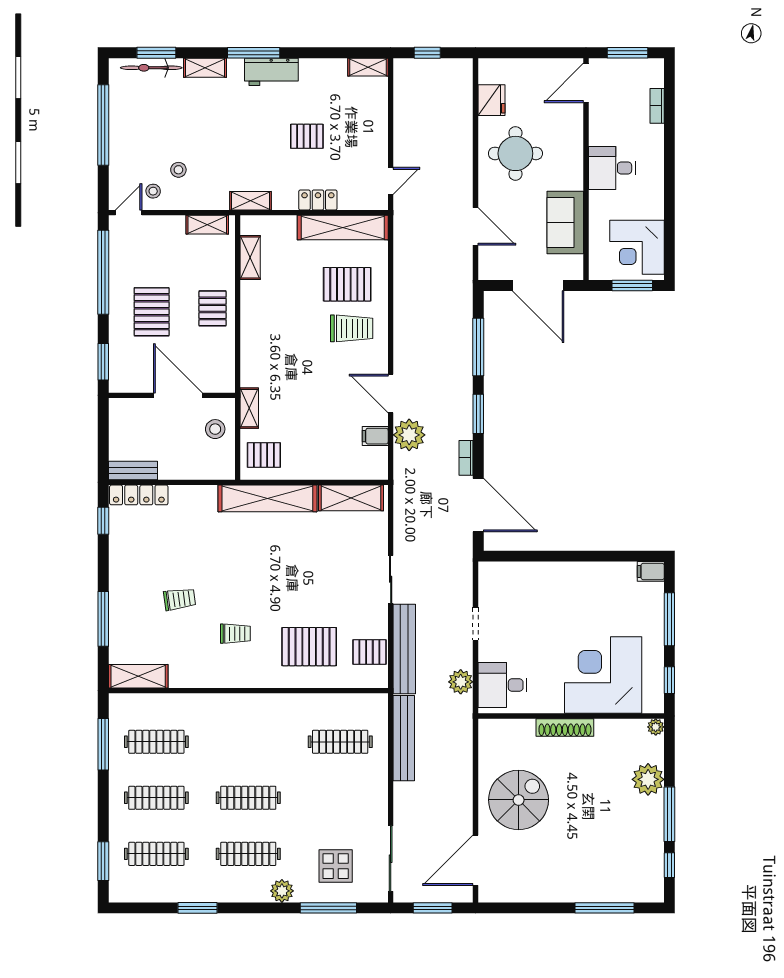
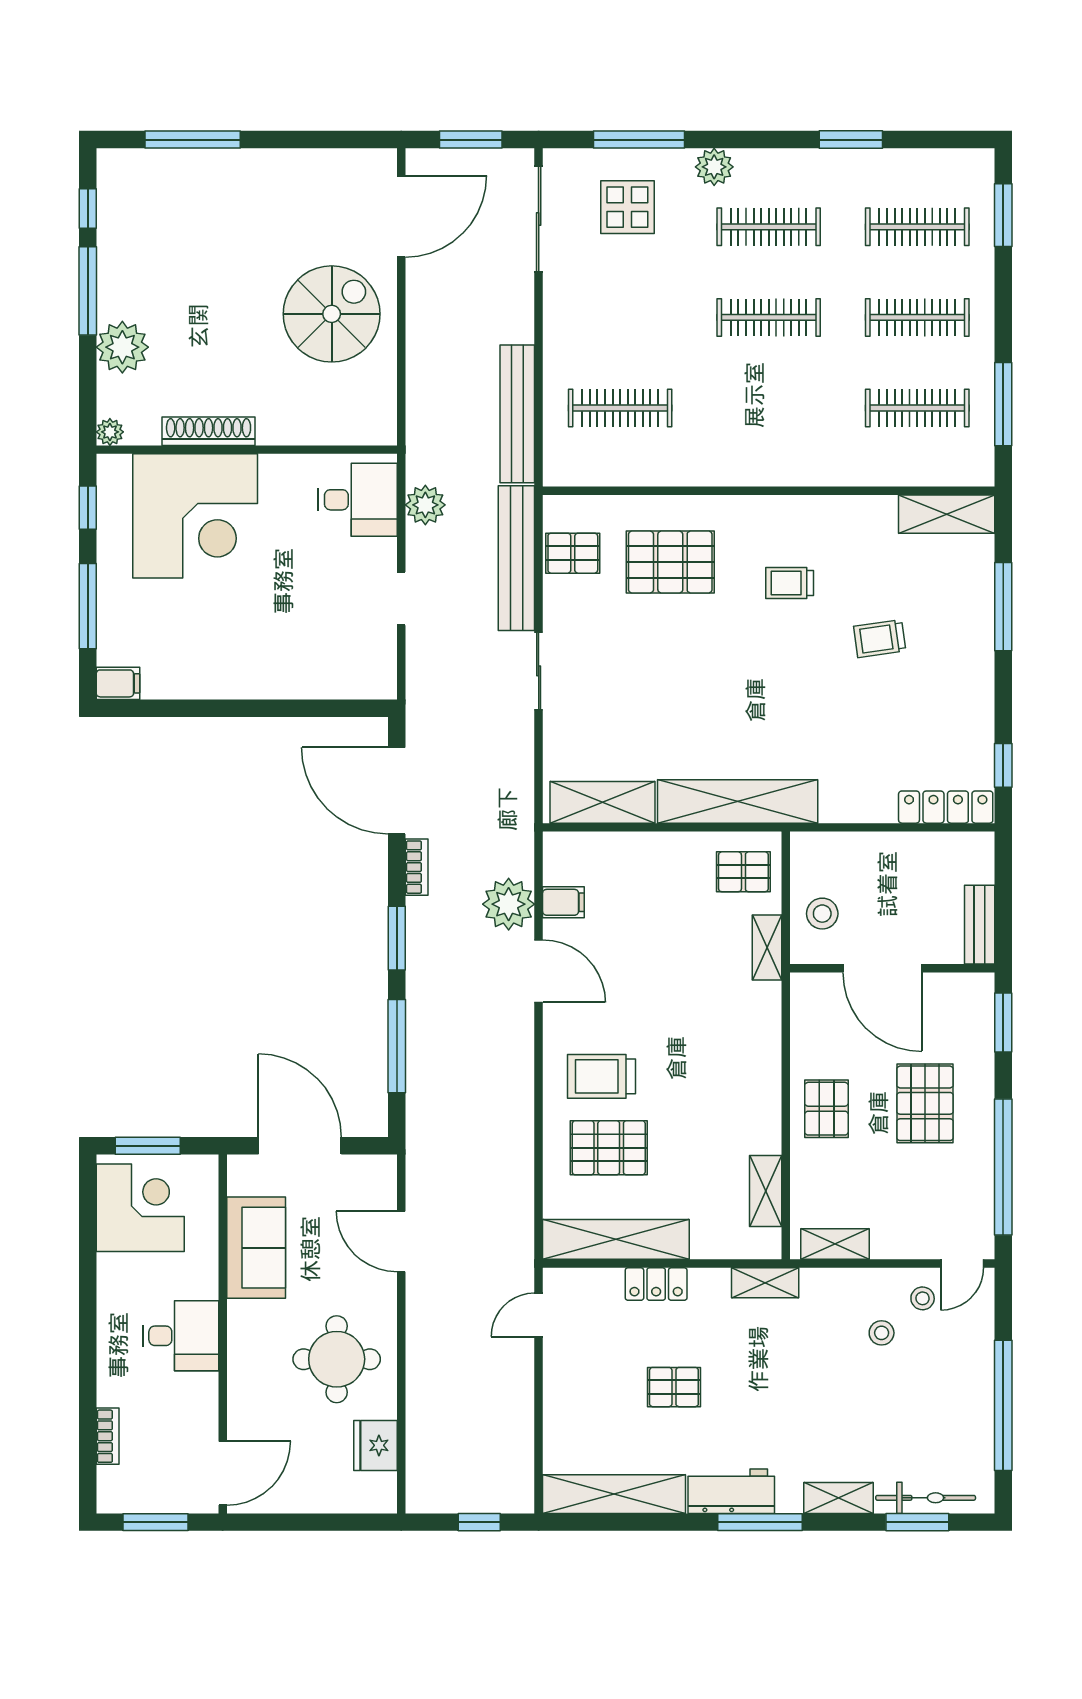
shelving: (368, 67) -> (614, 1494), width x2.20, depth x1.33
bench: (133, 471) -> (980, 925), moved, turned 90
shoe rack: (565, 727) -> (209, 431), moved
spiral stairs: (519, 800) -> (332, 314), turned 180

